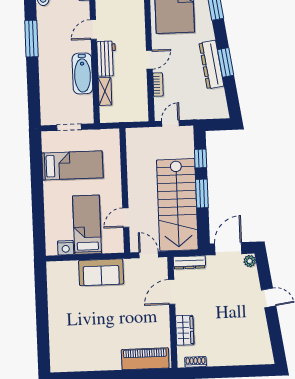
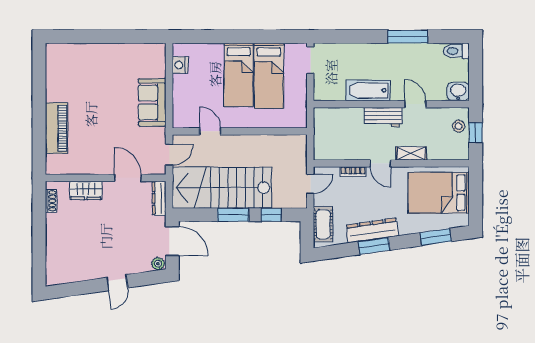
shelving: (105, 91) -> (411, 153), moved
cot: (207, 110) -> (323, 224), added
door: (171, 123) -> (310, 184), hinge flipped
doorway: (69, 127) -> (310, 60), moved
bed: (87, 225) -> (239, 75), moved, turned 90
piano: (145, 359) -> (57, 128), moved

